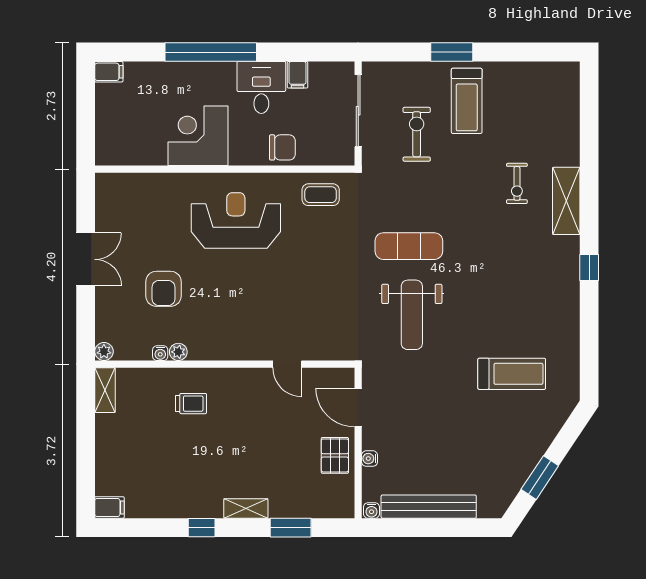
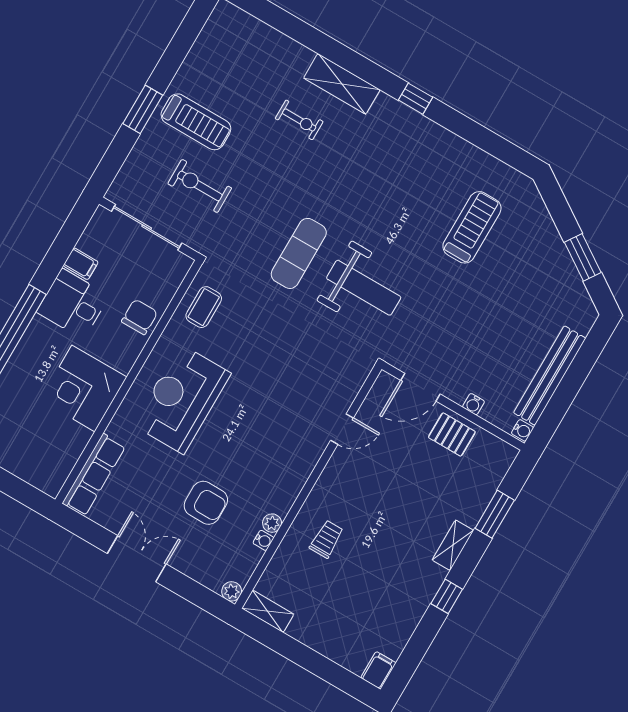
row of seats: (133, 185) -> (94, 475), added

